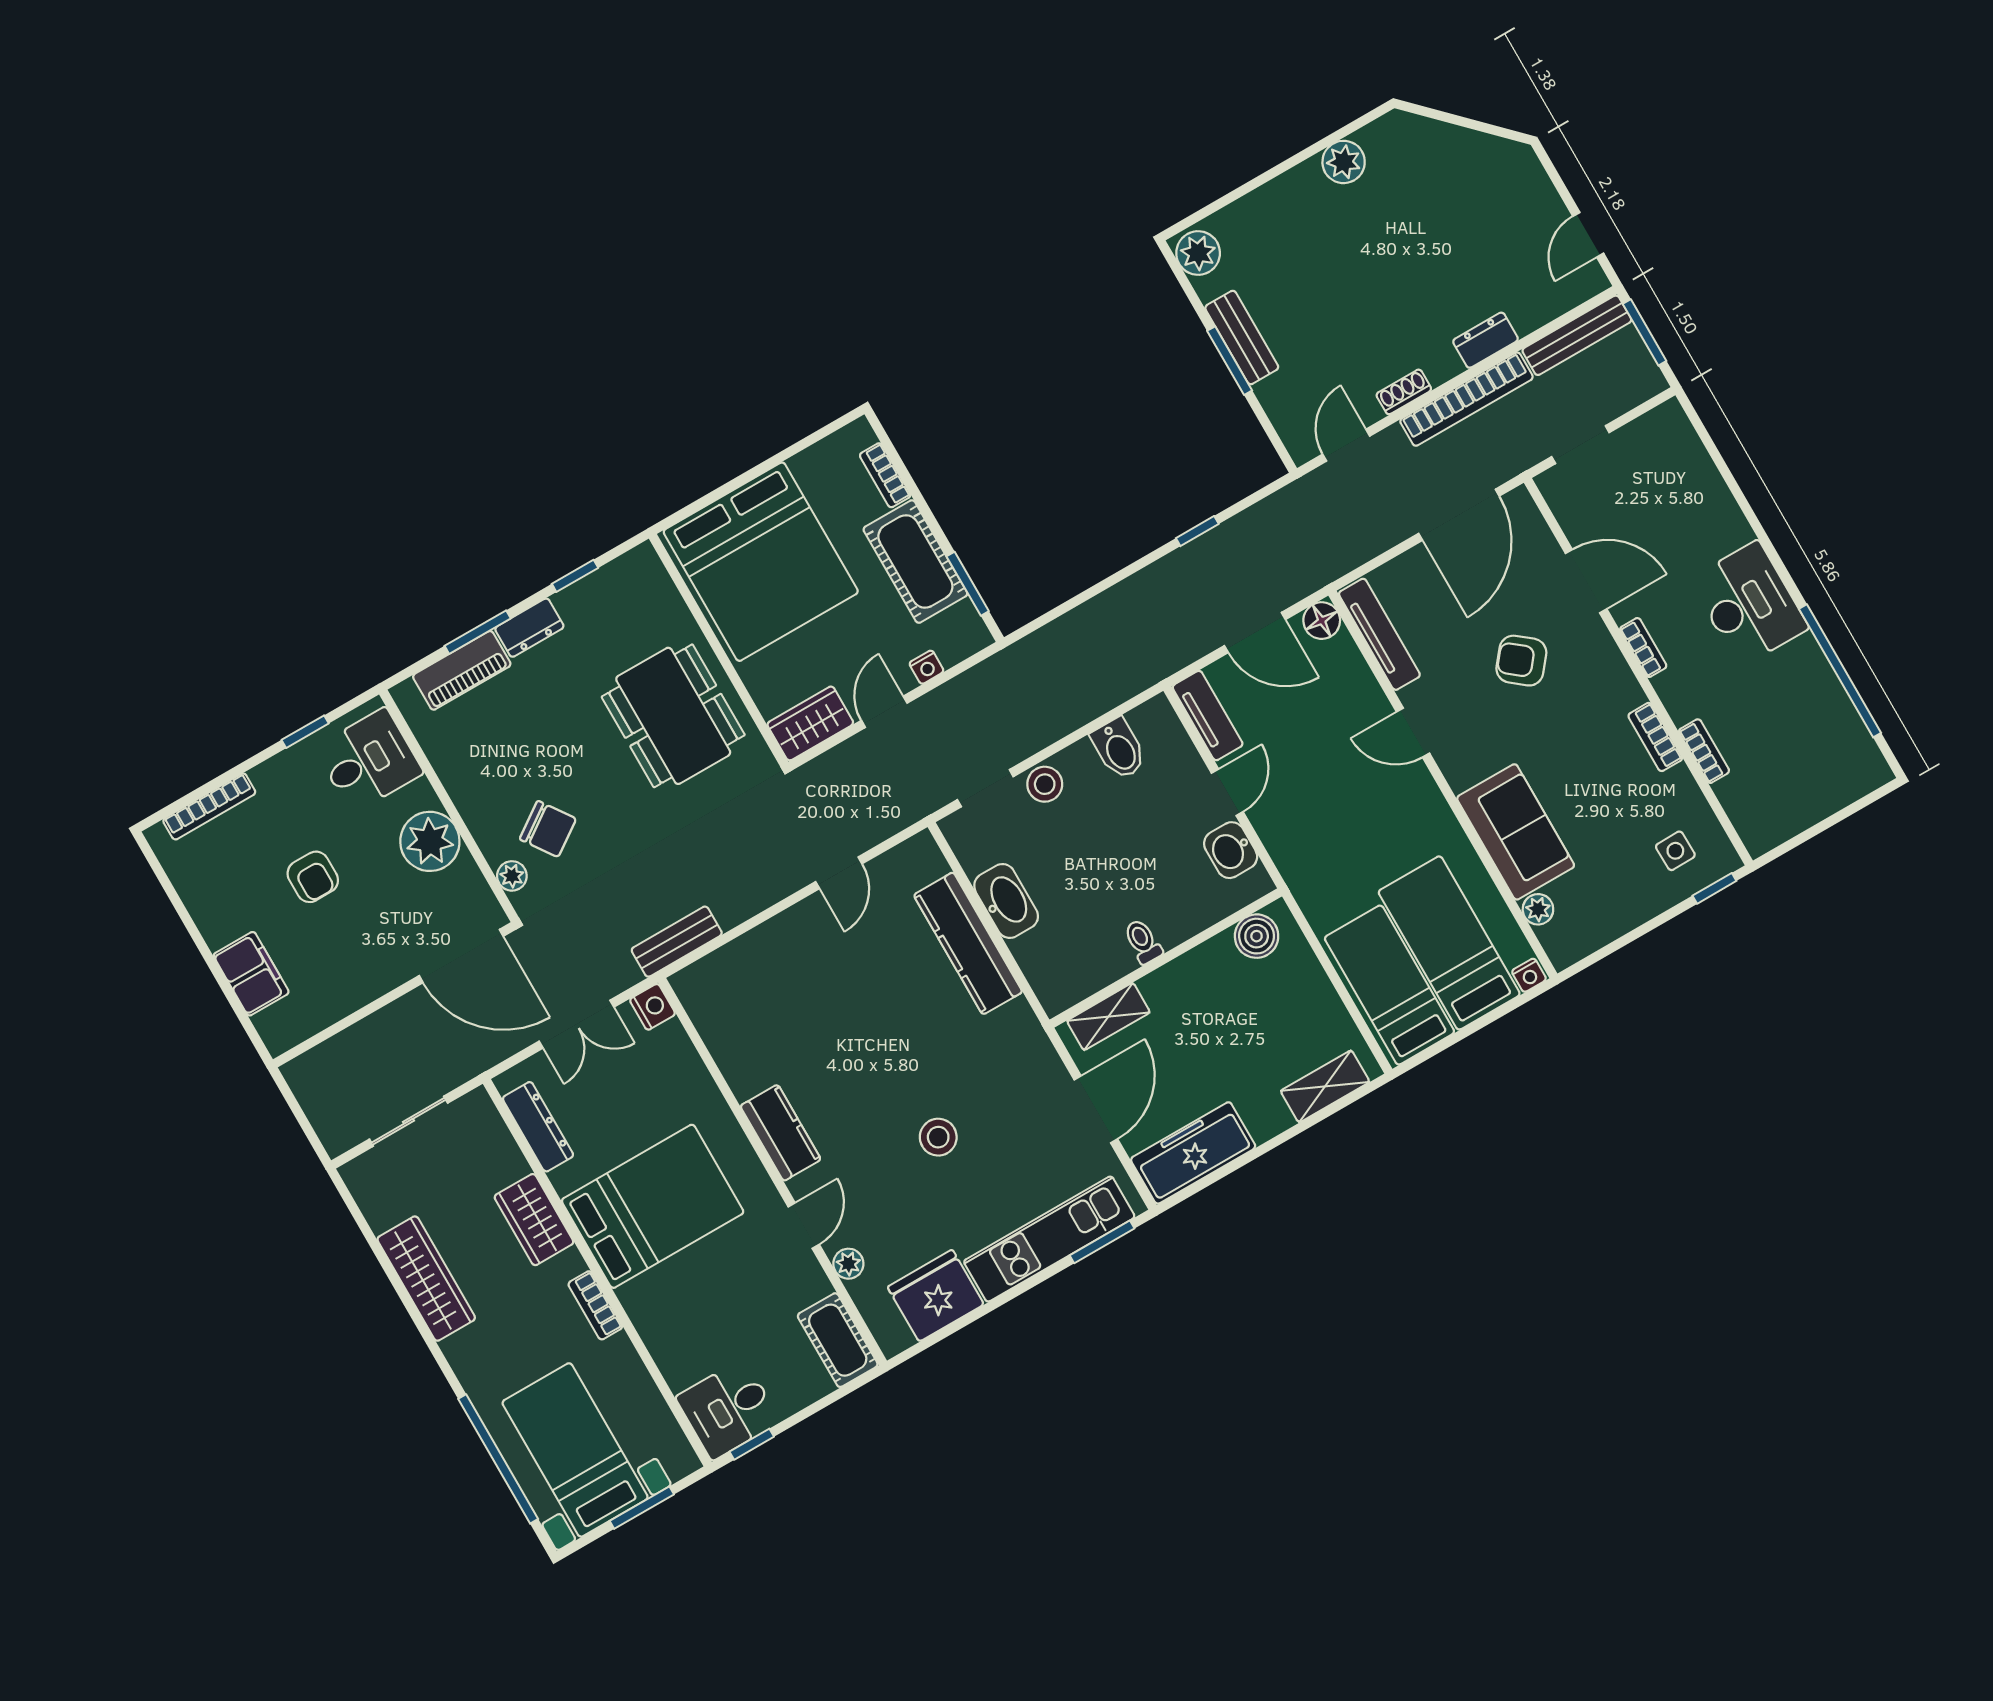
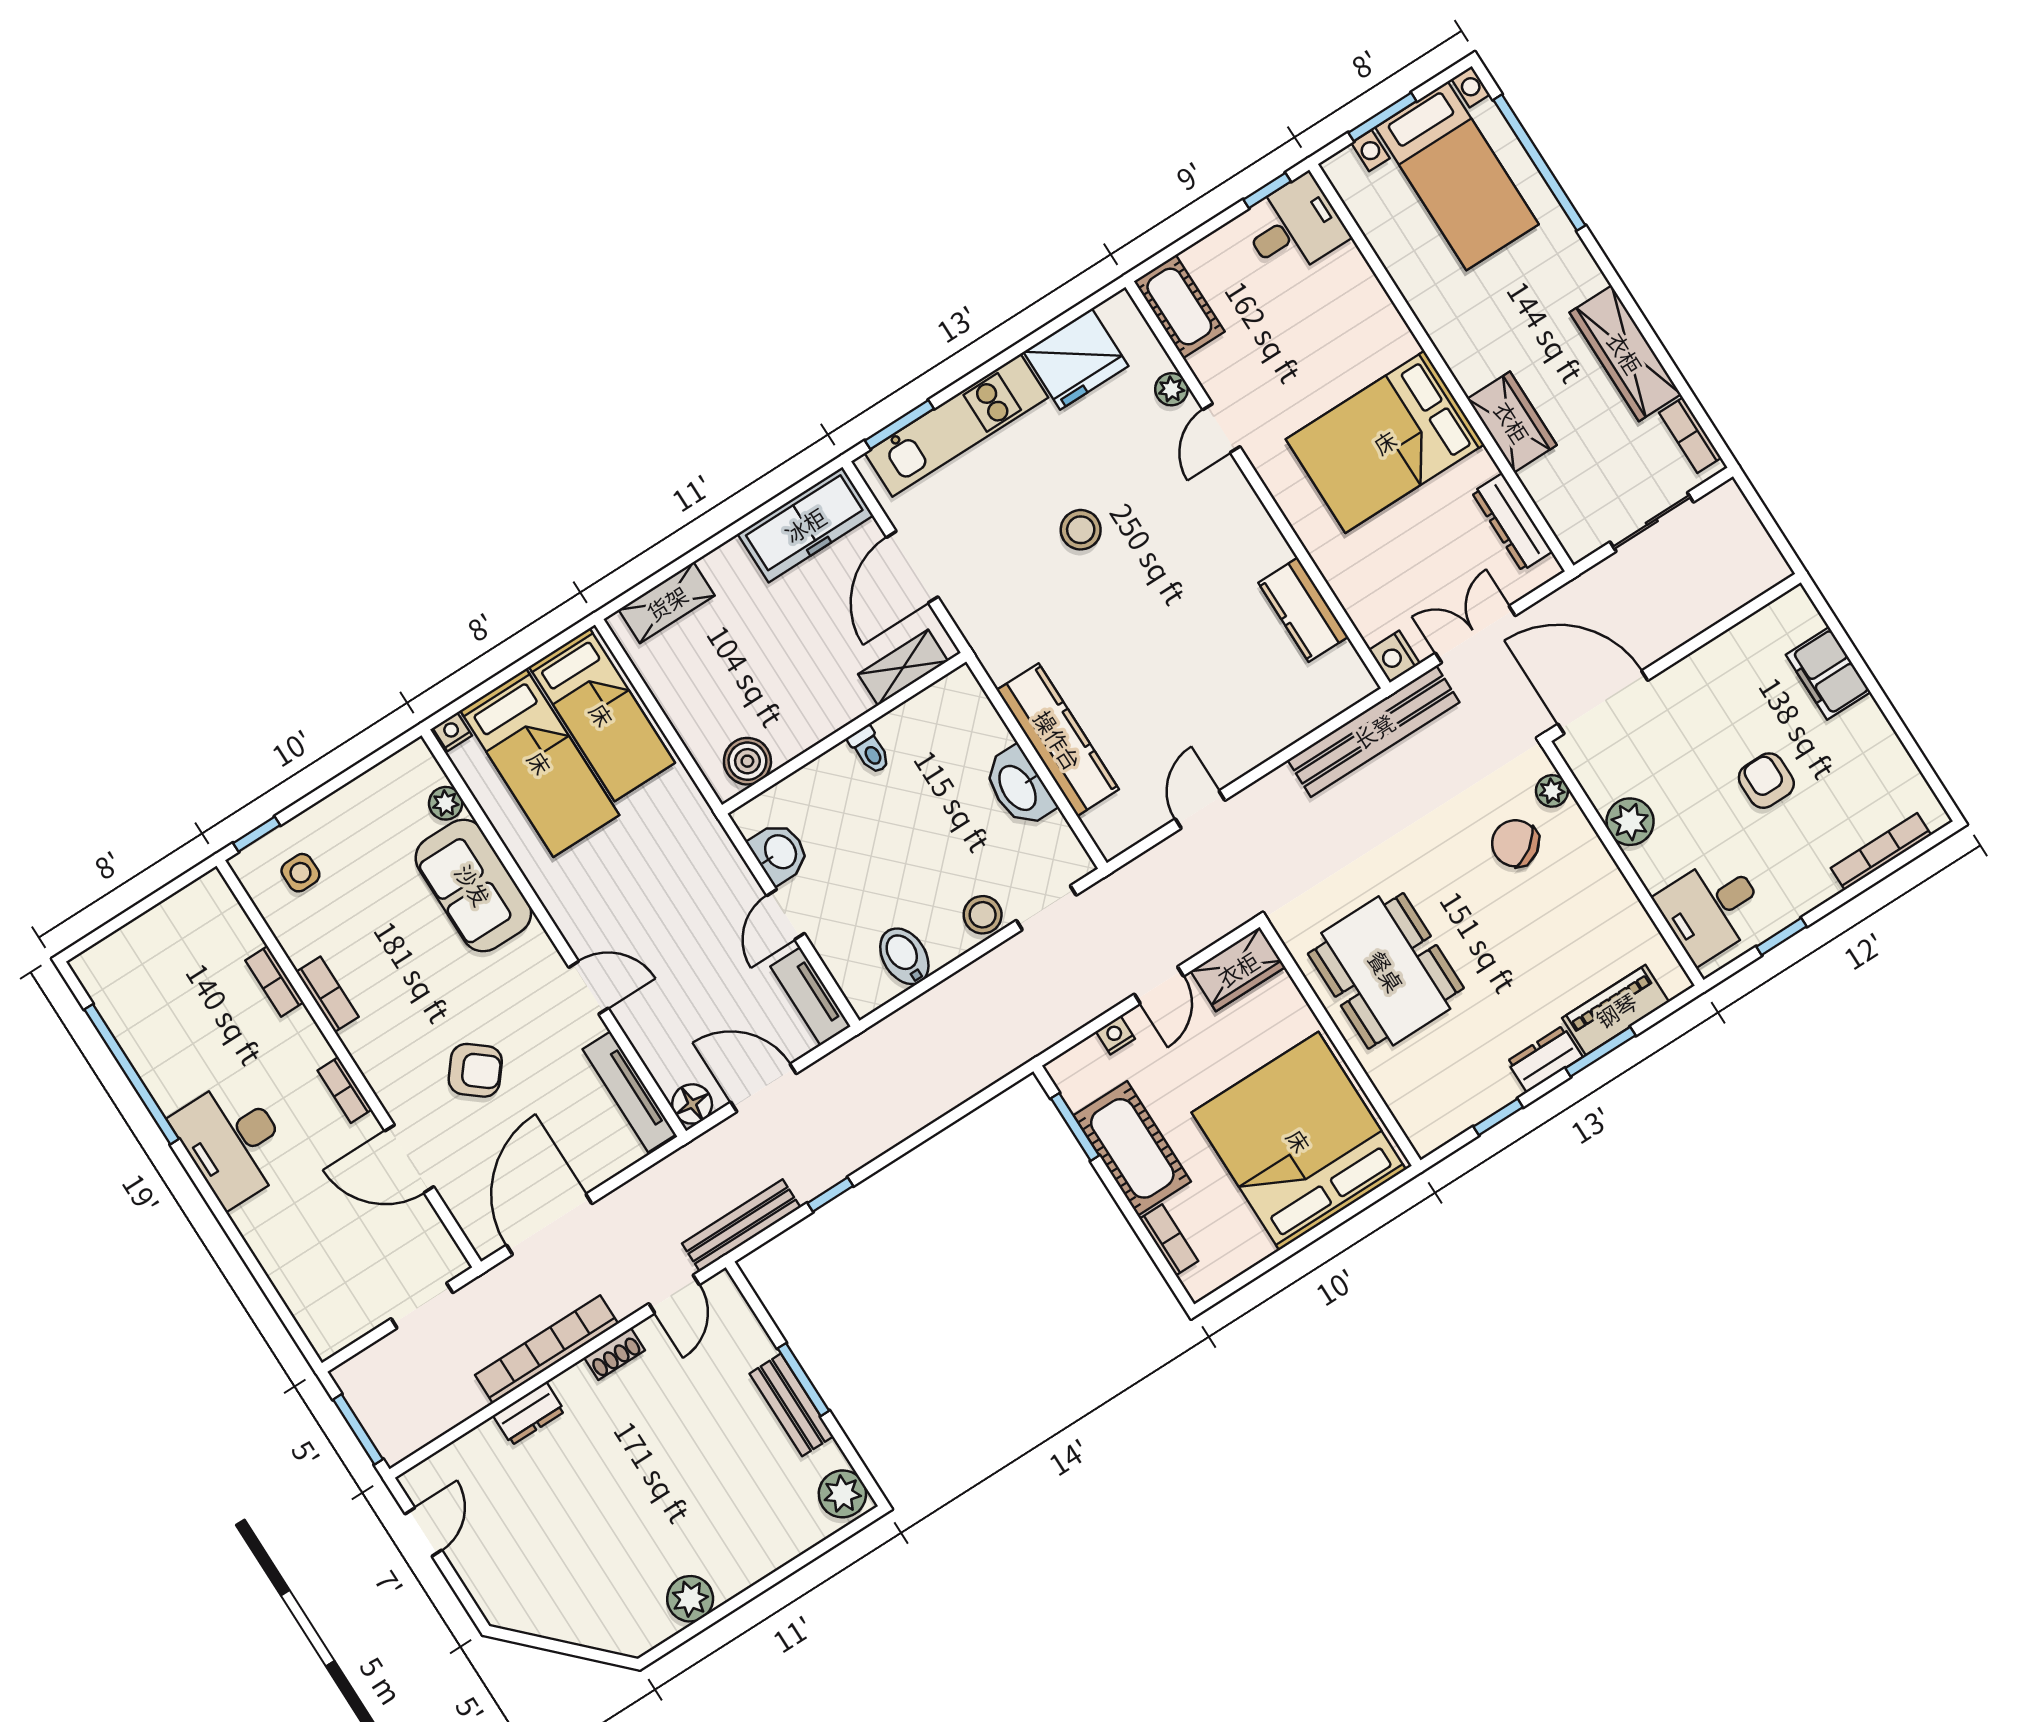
bench: (1577, 335) -> (741, 1225), moved
plant: (430, 841) -> (1630, 822), width x0.73, depth x0.73
bench: (677, 942) -> (1374, 731), width x1.86, depth x1.21
kitchen counter: (781, 1133) -> (1303, 610), moved
bookcase: (595, 1305) -> (1690, 435), moved, turned 180

